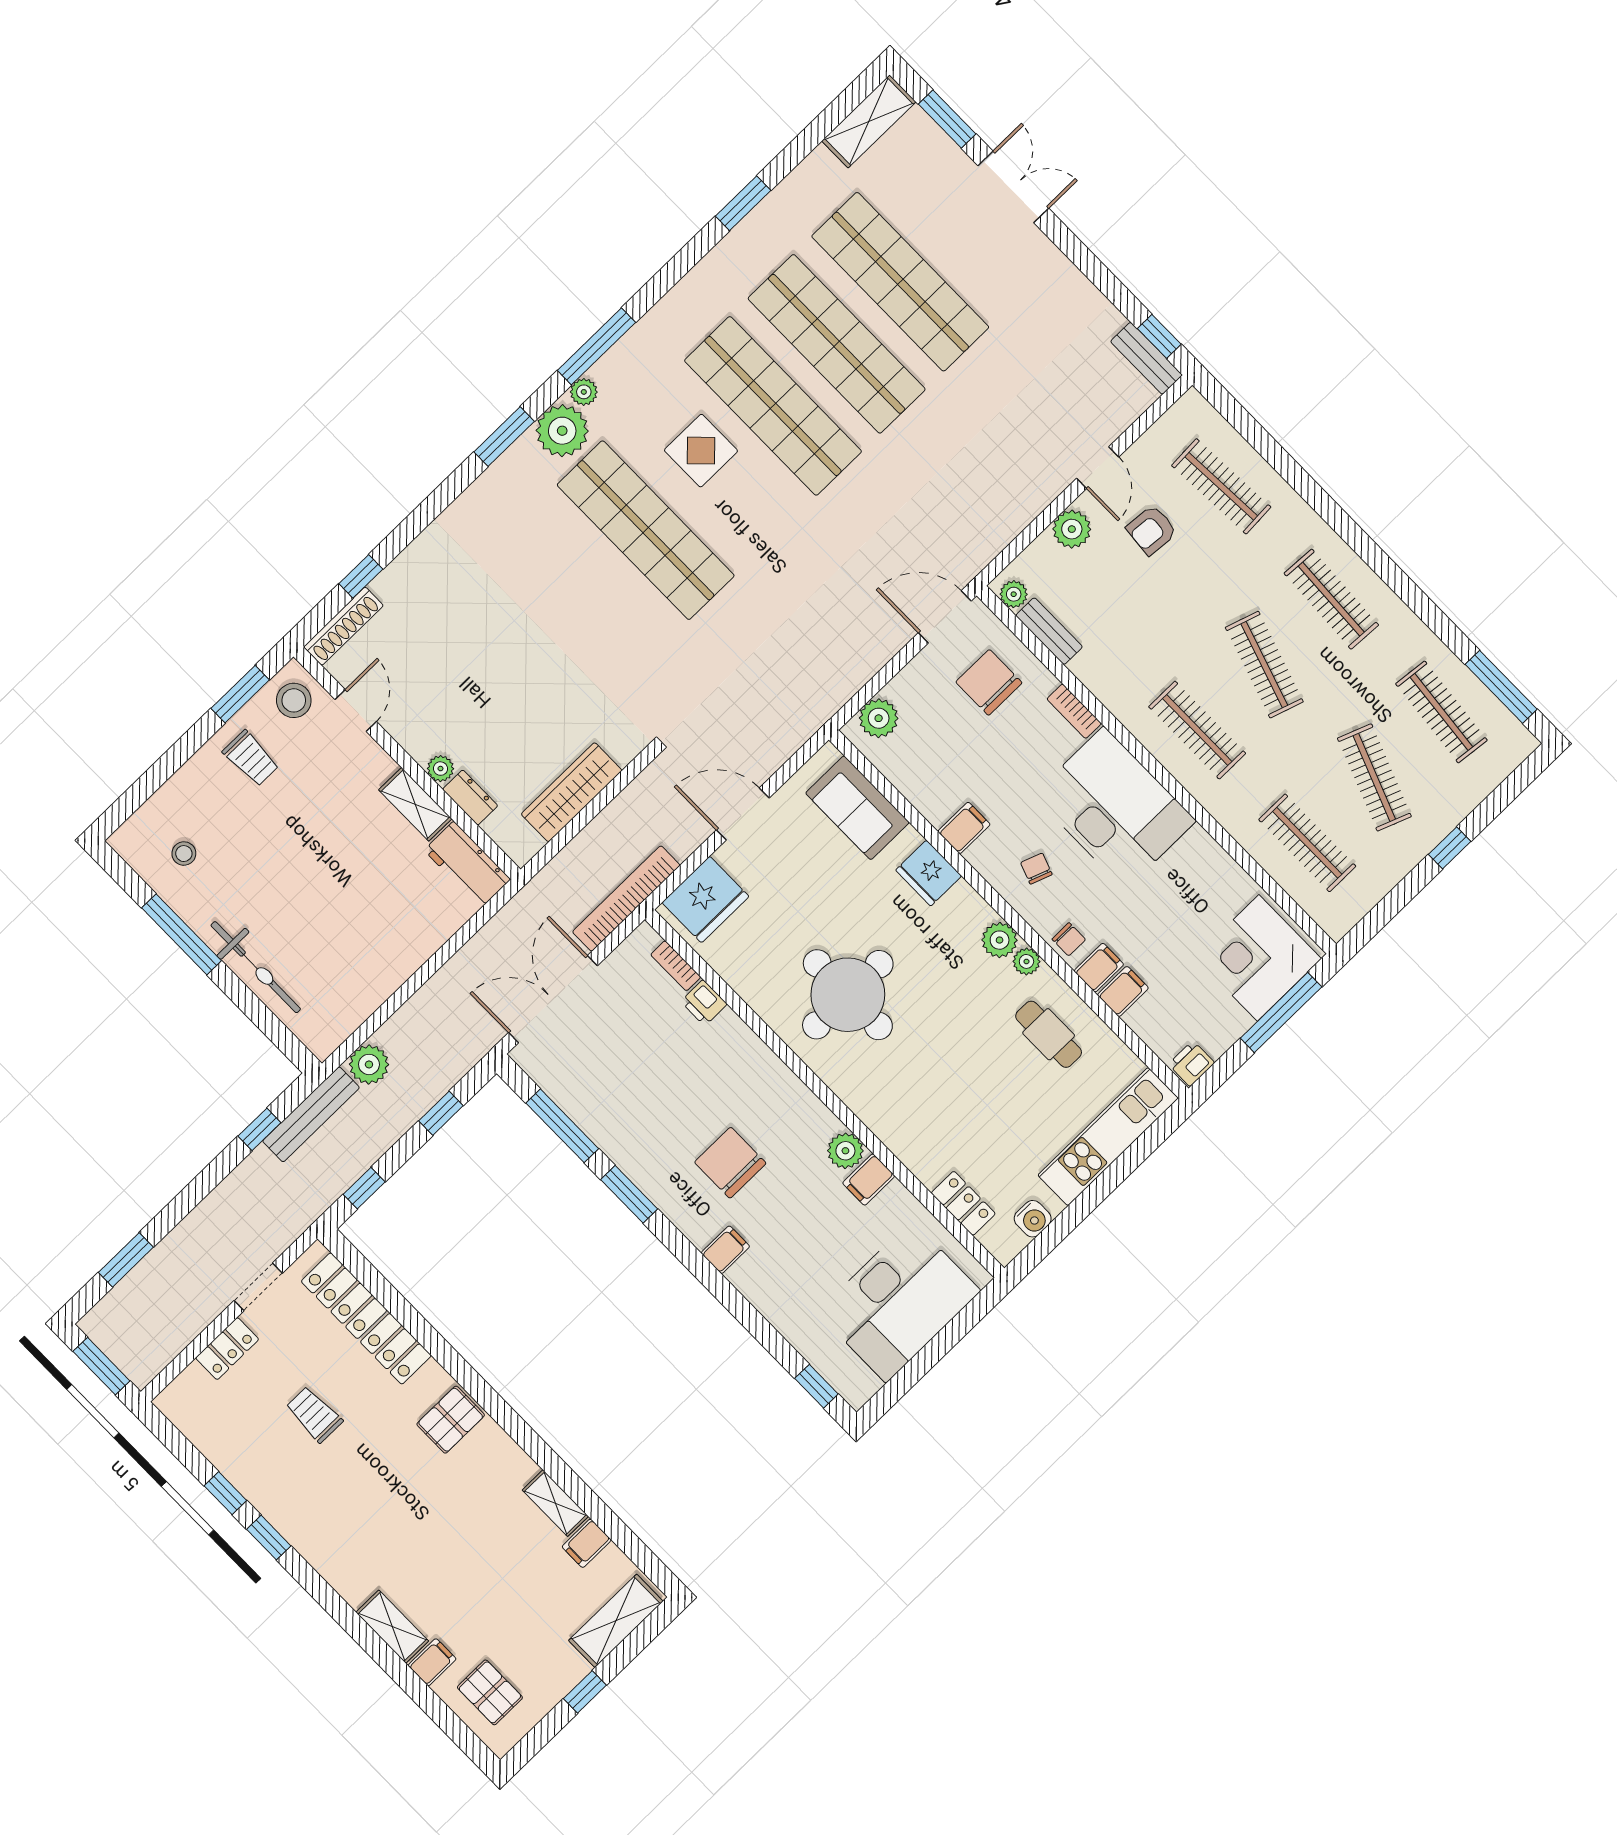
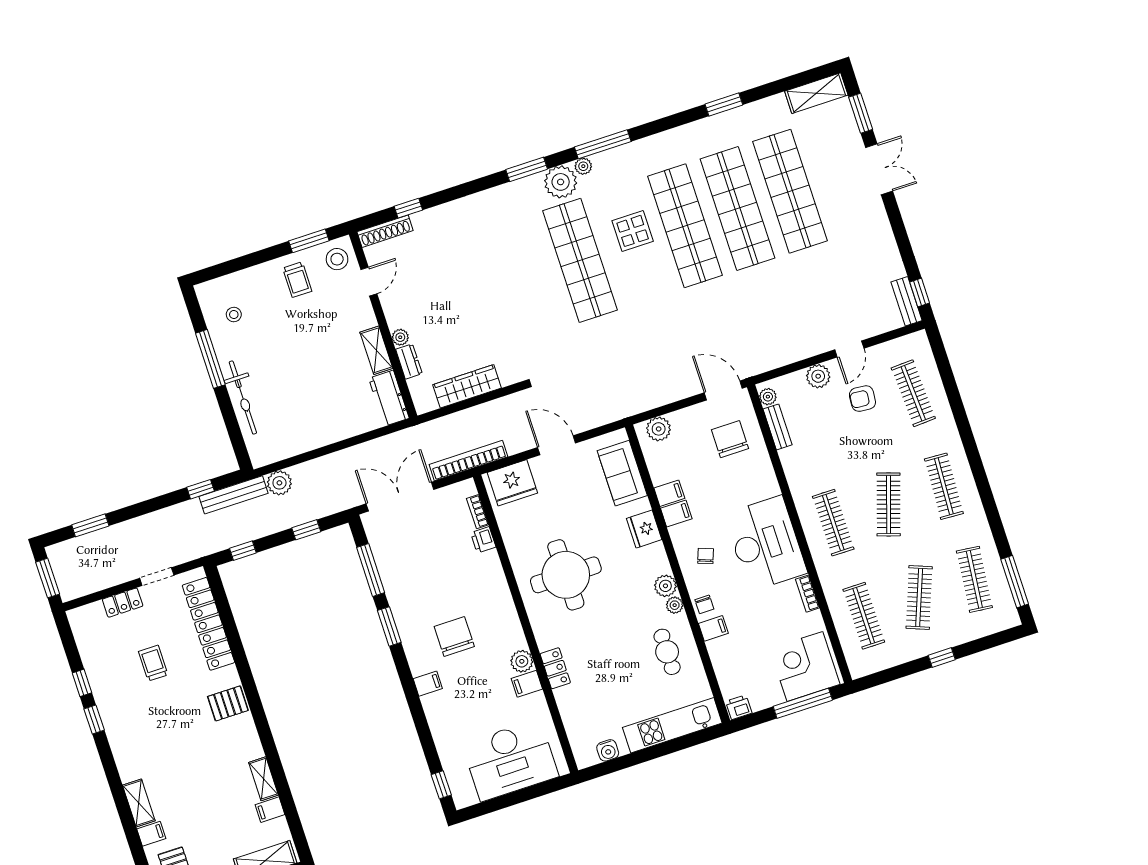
bookcase: (1074, 711) -> (807, 594), moved
filing cabinet: (1123, 991) -> (669, 493), moved
locker: (963, 1203) -> (555, 668), moved

